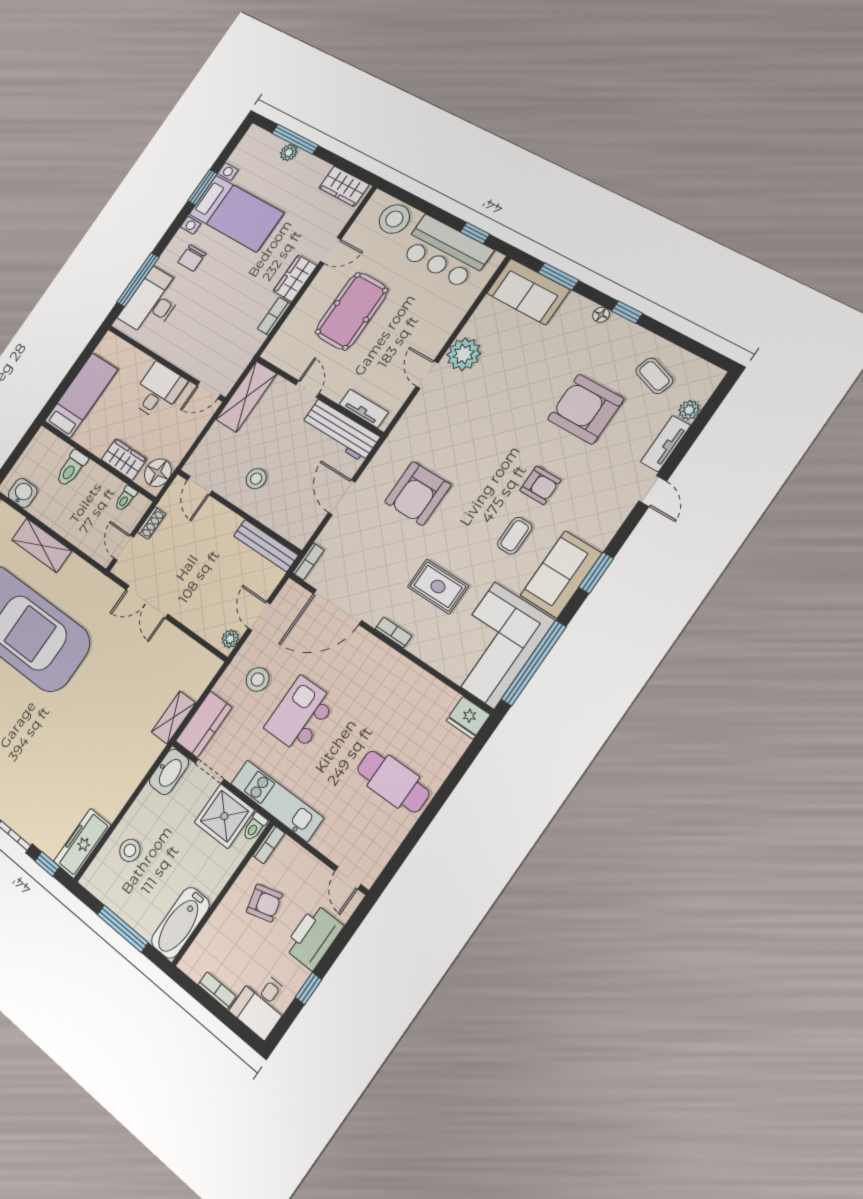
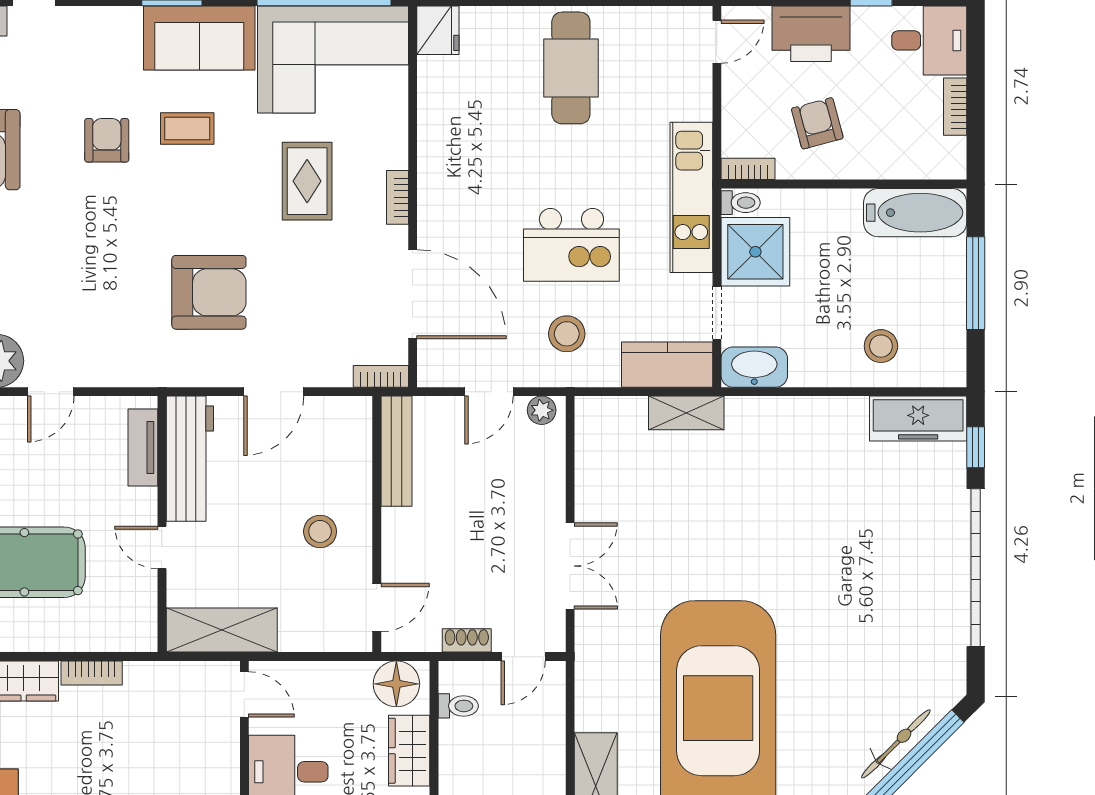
door: (307, 389) -> (162, 547), hinge flipped

